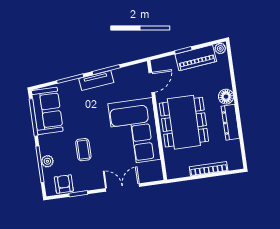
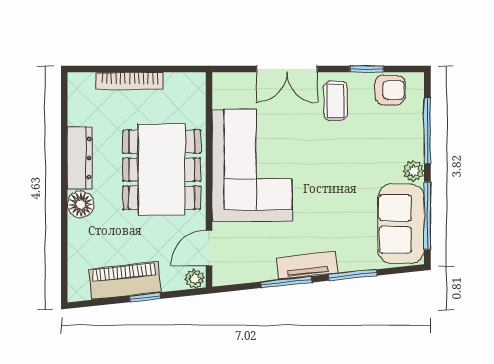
plant: (220, 48) -> (195, 279), moved
coffee table: (83, 150) -> (335, 101), moved
plant: (47, 161) -> (413, 171), moved
armchair: (64, 184) -> (390, 90), turned -90

